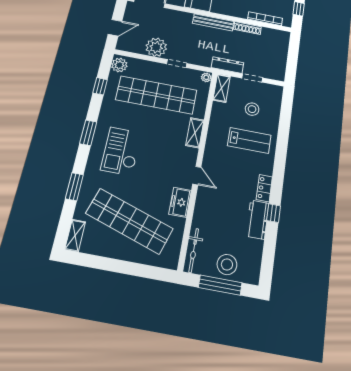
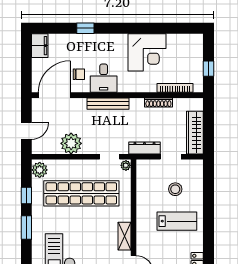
bench: (213, 22) -> (108, 104), moved
wardrobe: (279, 61) -> (195, 133), added
doorway: (177, 64) -> (110, 157), moved
shelving: (222, 88) -> (143, 174), removed
window: (88, 133) -> (26, 228), moved
shelving: (195, 133) -> (125, 236), moved

